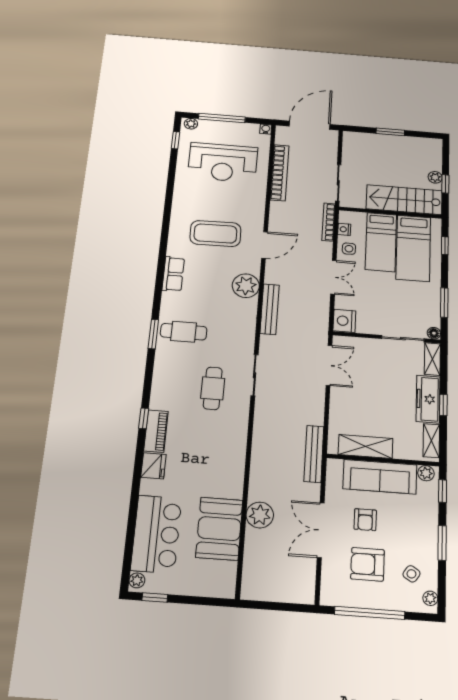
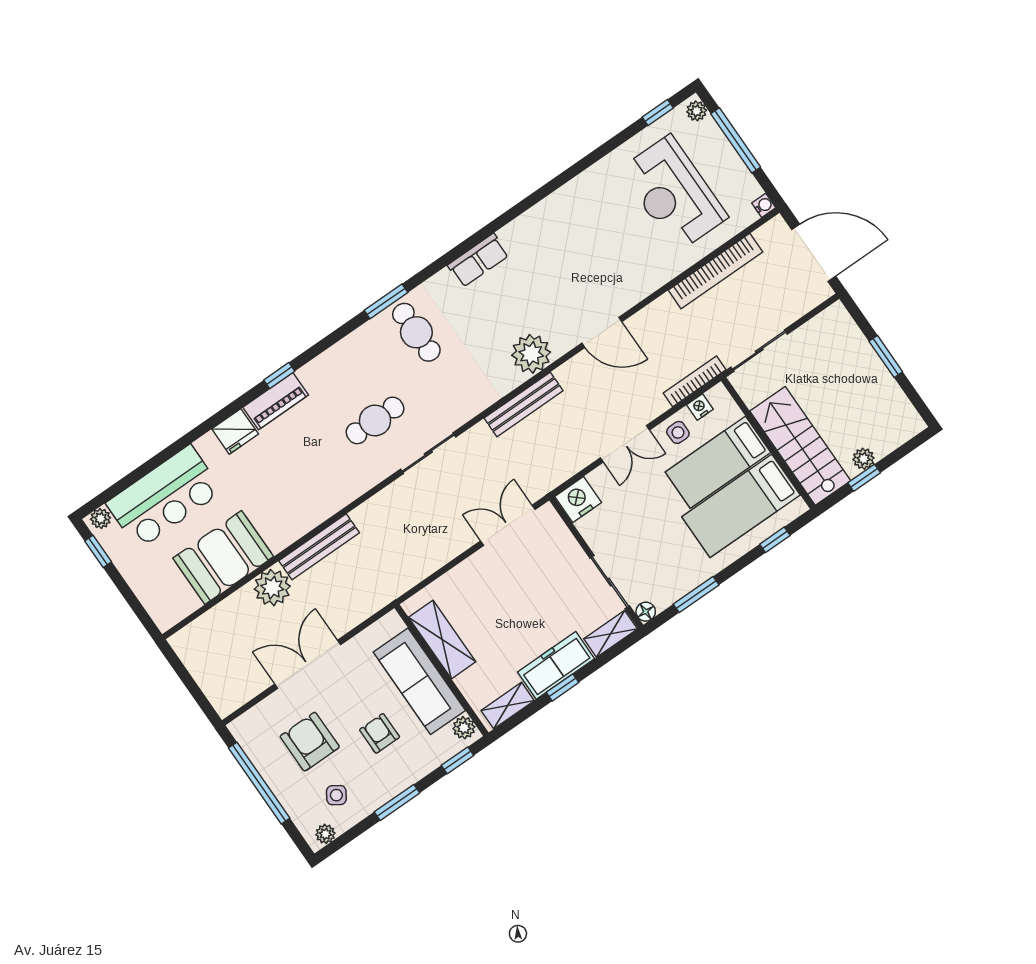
coffee table: (215, 234) -> (570, 264), removed
double door: (329, 365) -> (508, 525), swing flipped
bench: (314, 454) -> (319, 547), moved
armchair: (365, 520) -> (380, 733), moved, turned 90

